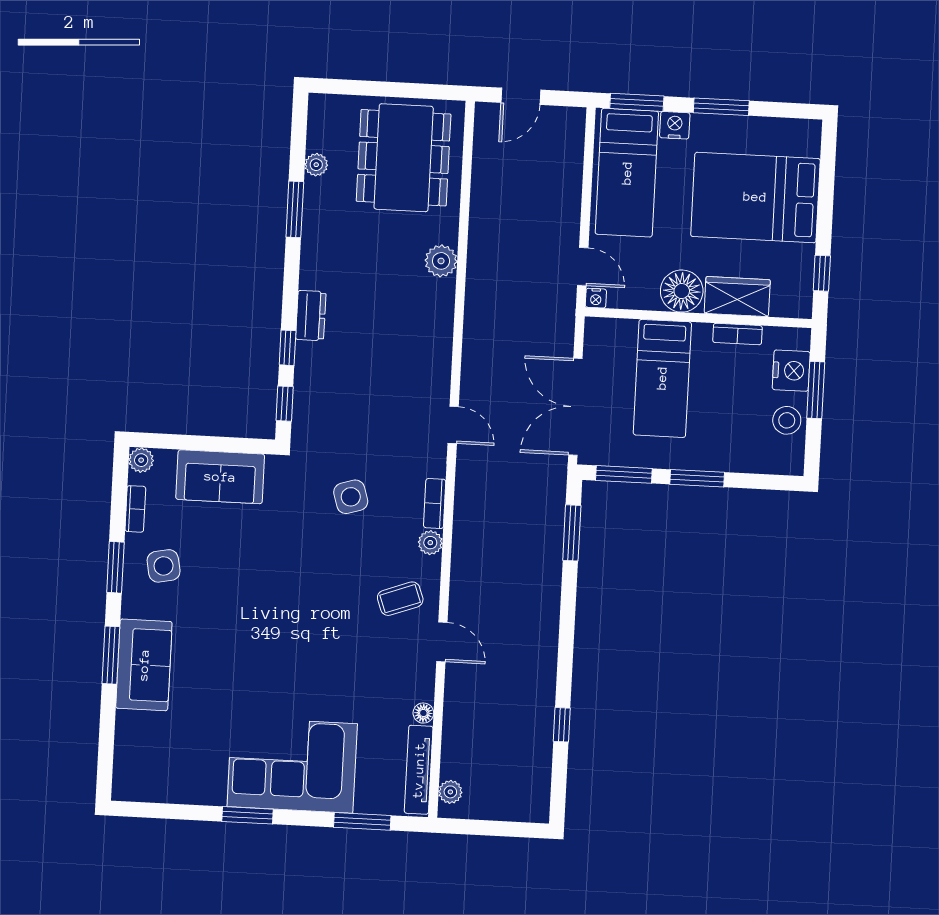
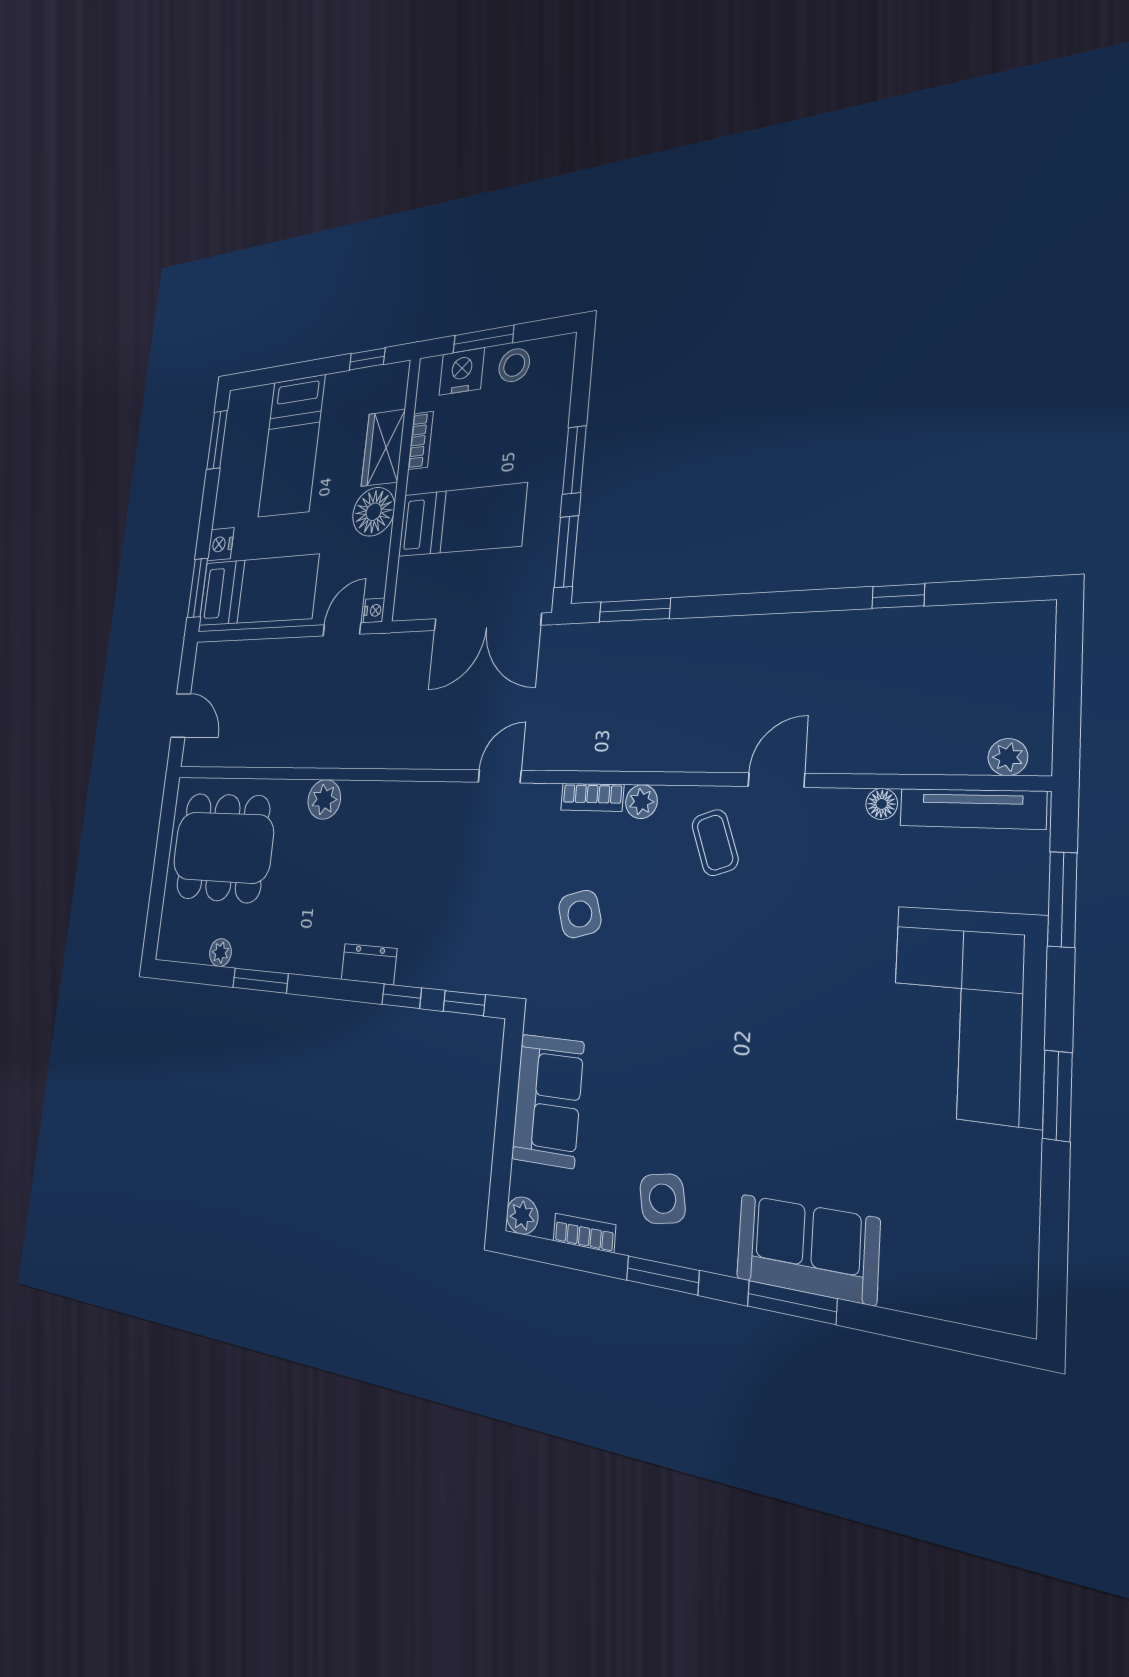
window: (721, 107) -> (217, 440), moved
bed: (755, 197) -> (292, 446), width x0.67

